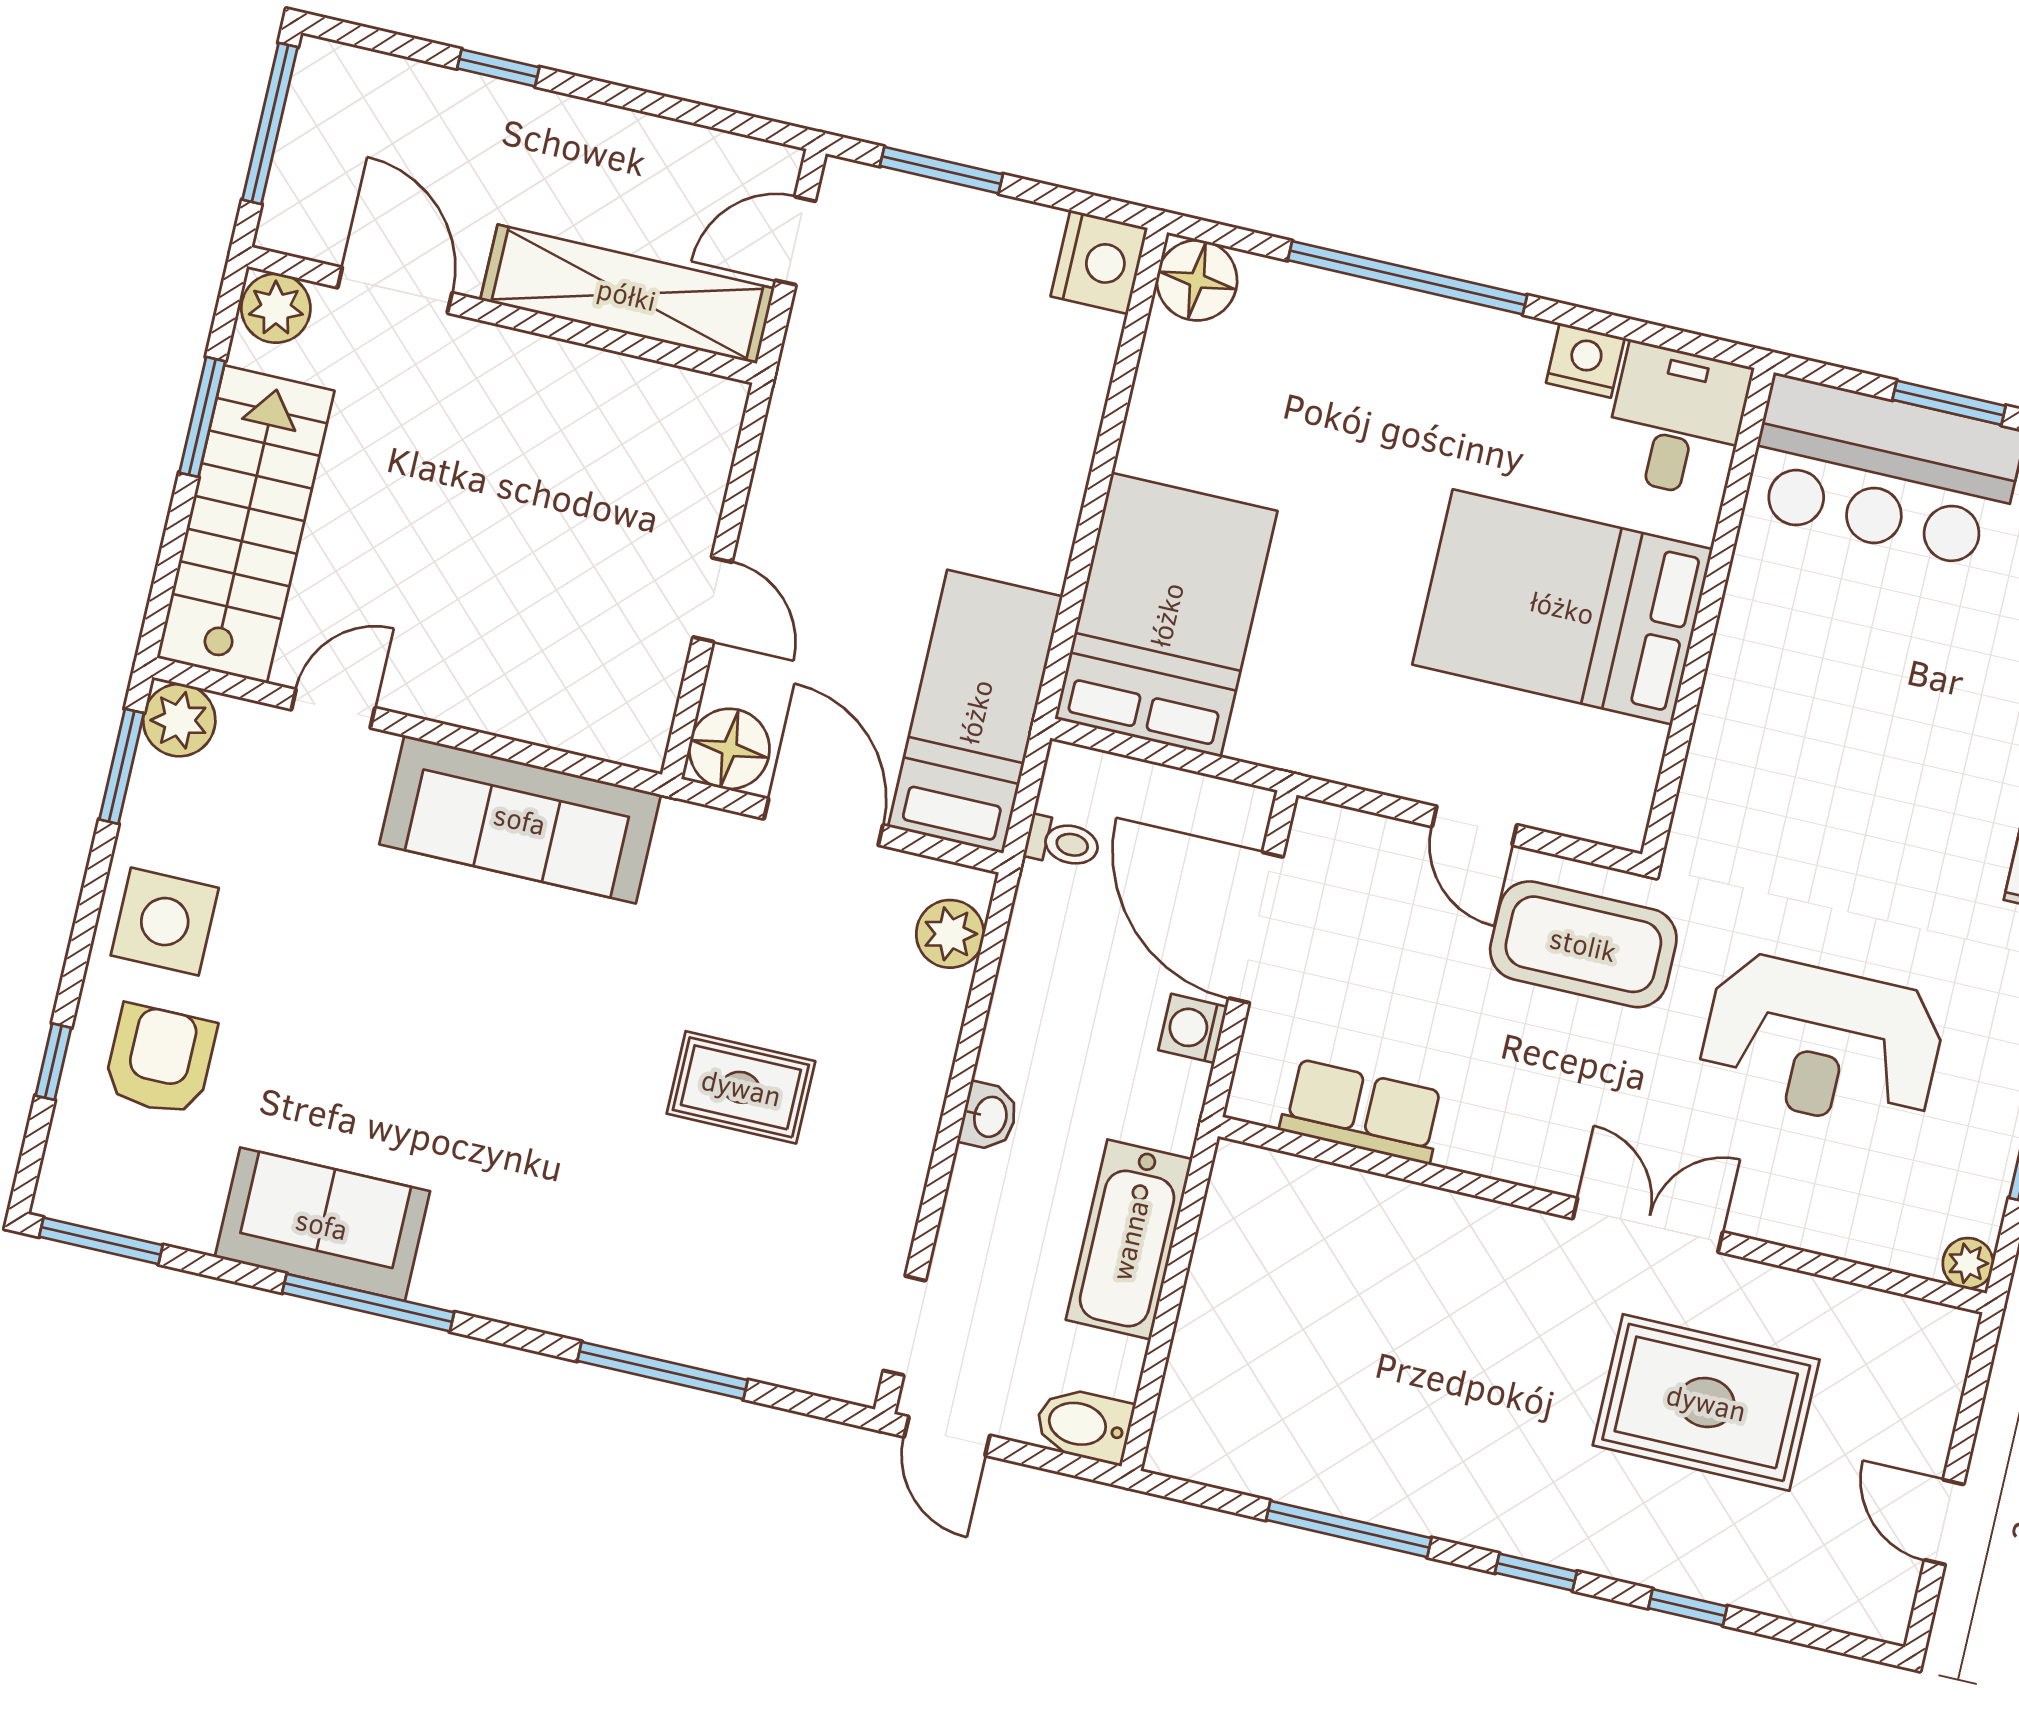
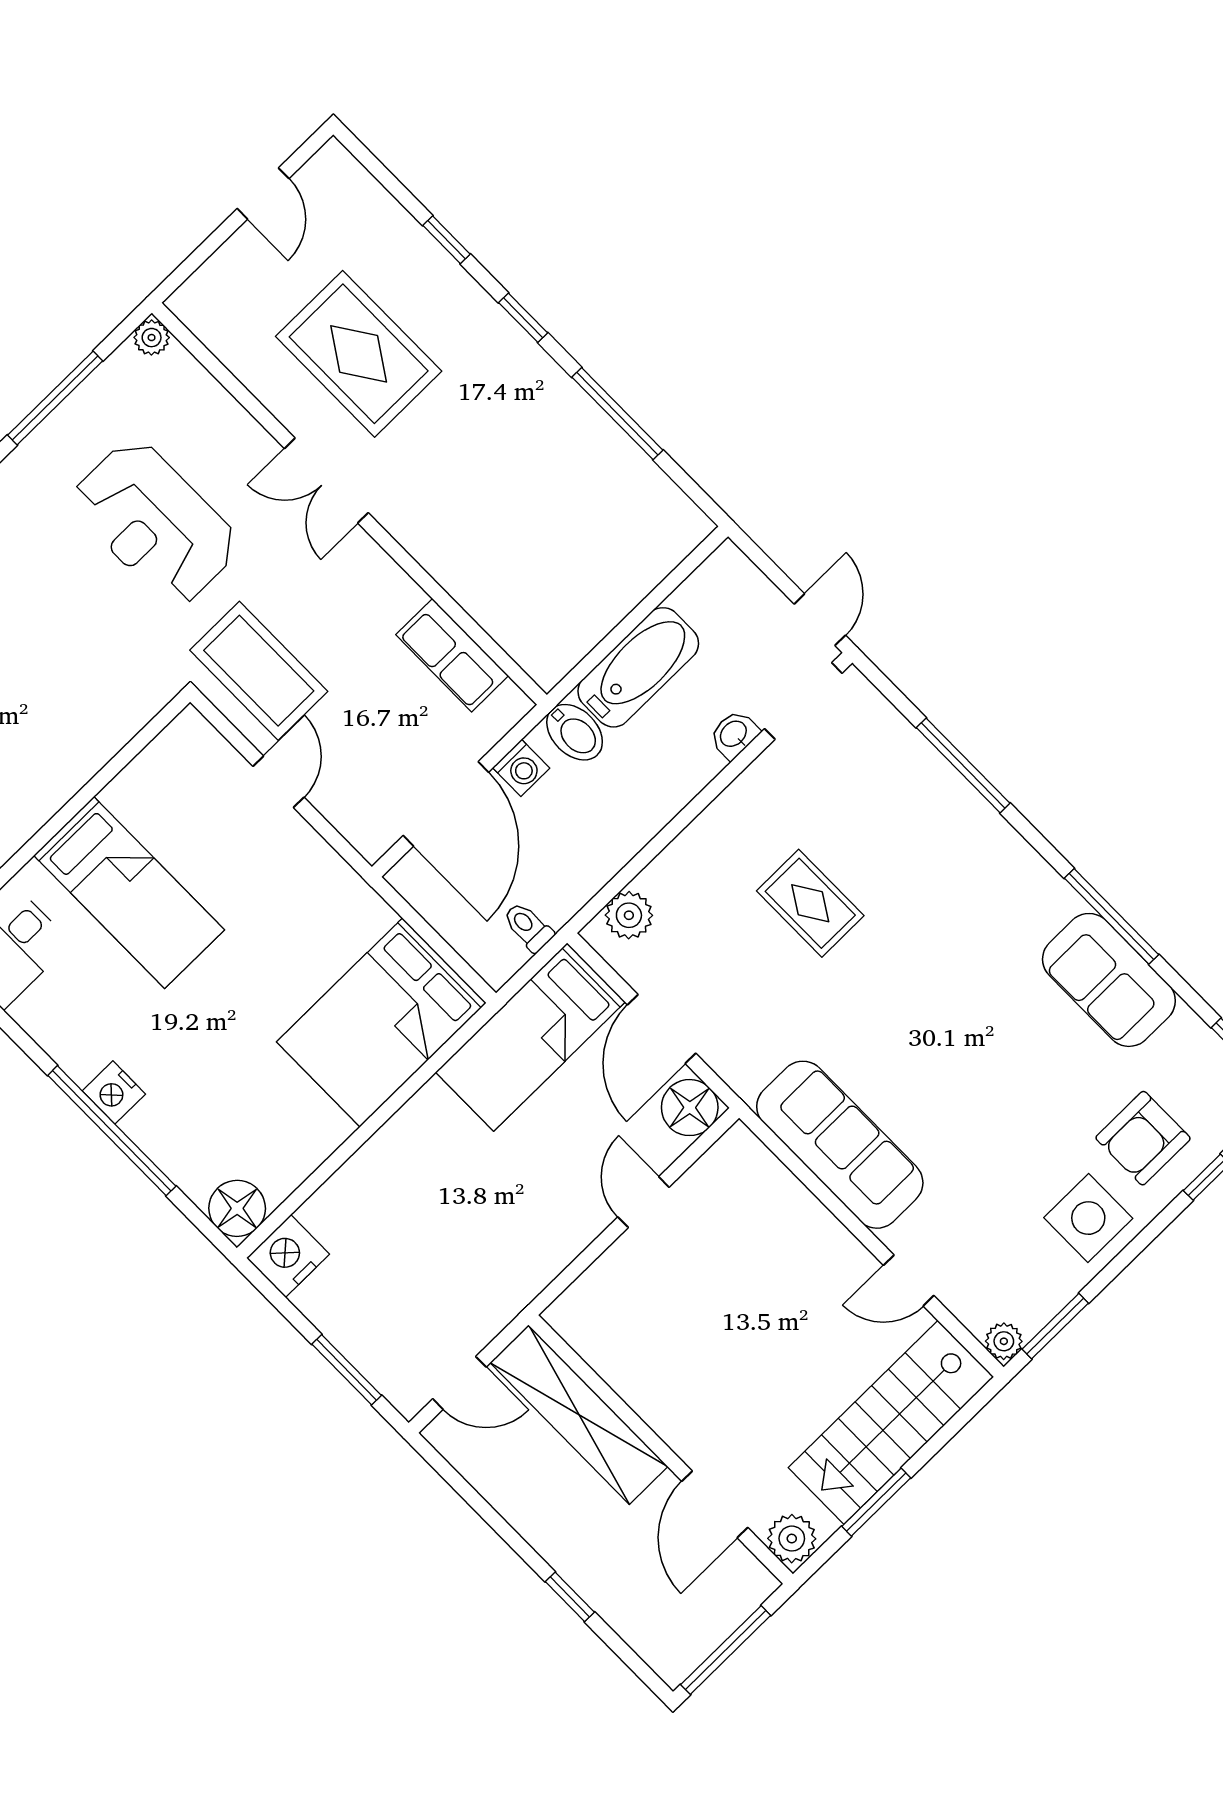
nightstand: (1585, 360) -> (114, 1092), moved
bed: (1562, 607) -> (129, 893), width x0.67
plant: (179, 720) -> (1004, 1341), width x0.73, depth x0.73
reception desk: (1822, 1043) -> (155, 523), turned 180
washbasin: (989, 1116) -> (734, 734), moved
doorway: (904, 1326) -> (803, 701), width x1.38
bidet: (1084, 1425) -> (575, 732), moved

